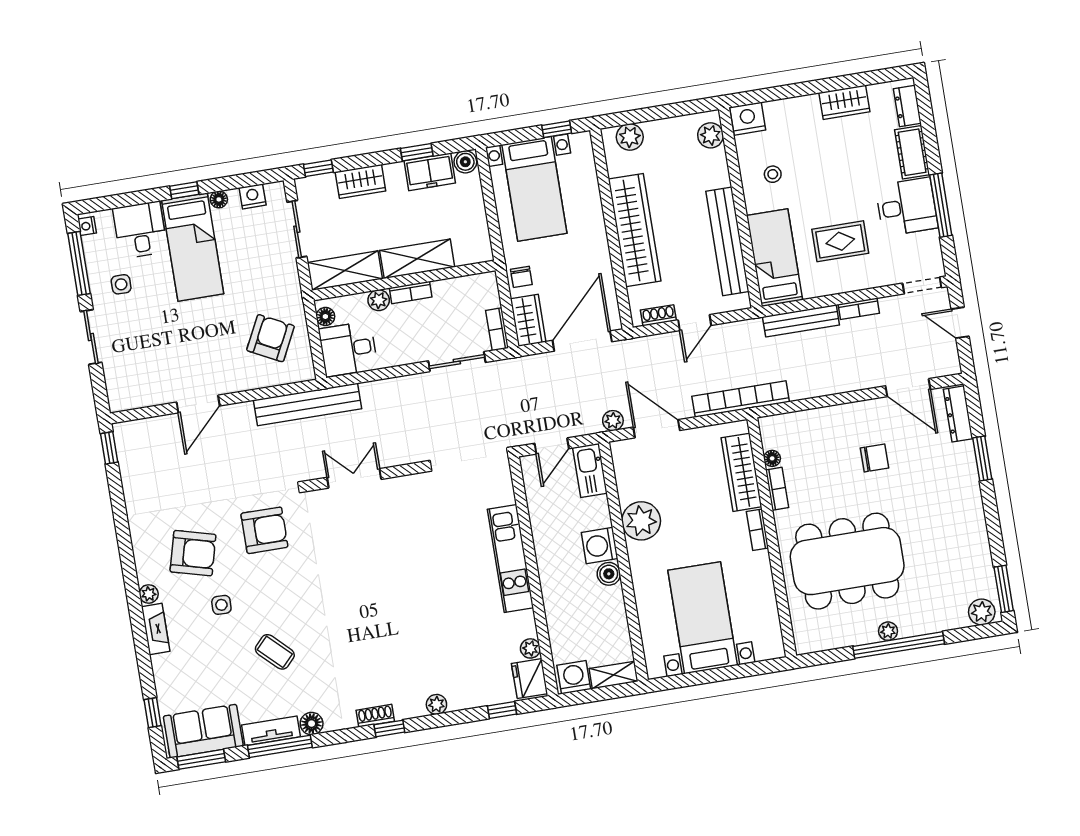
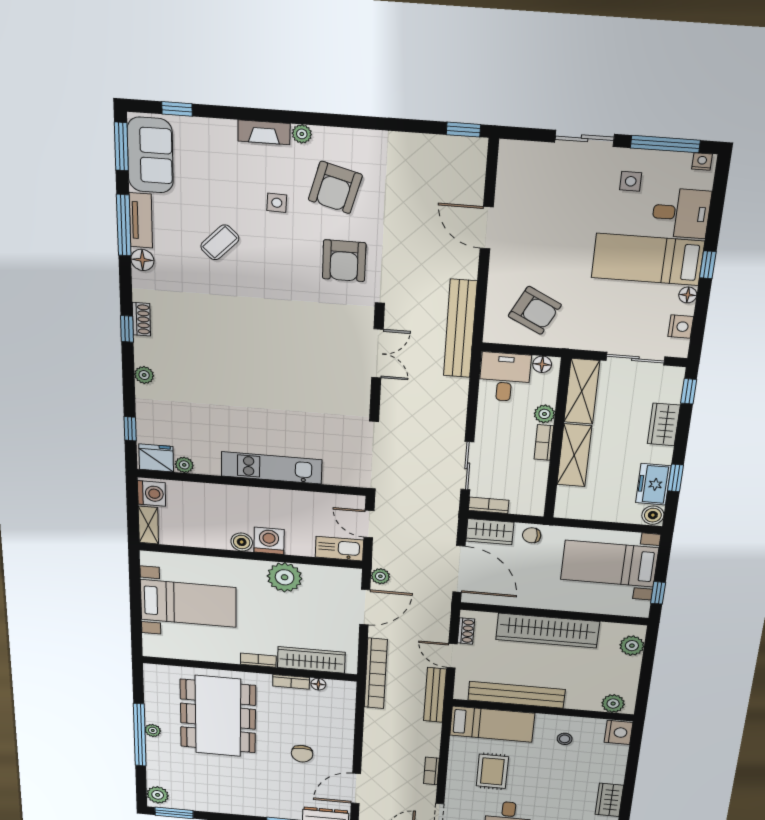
bench: (801, 321) -> (435, 695), moved

